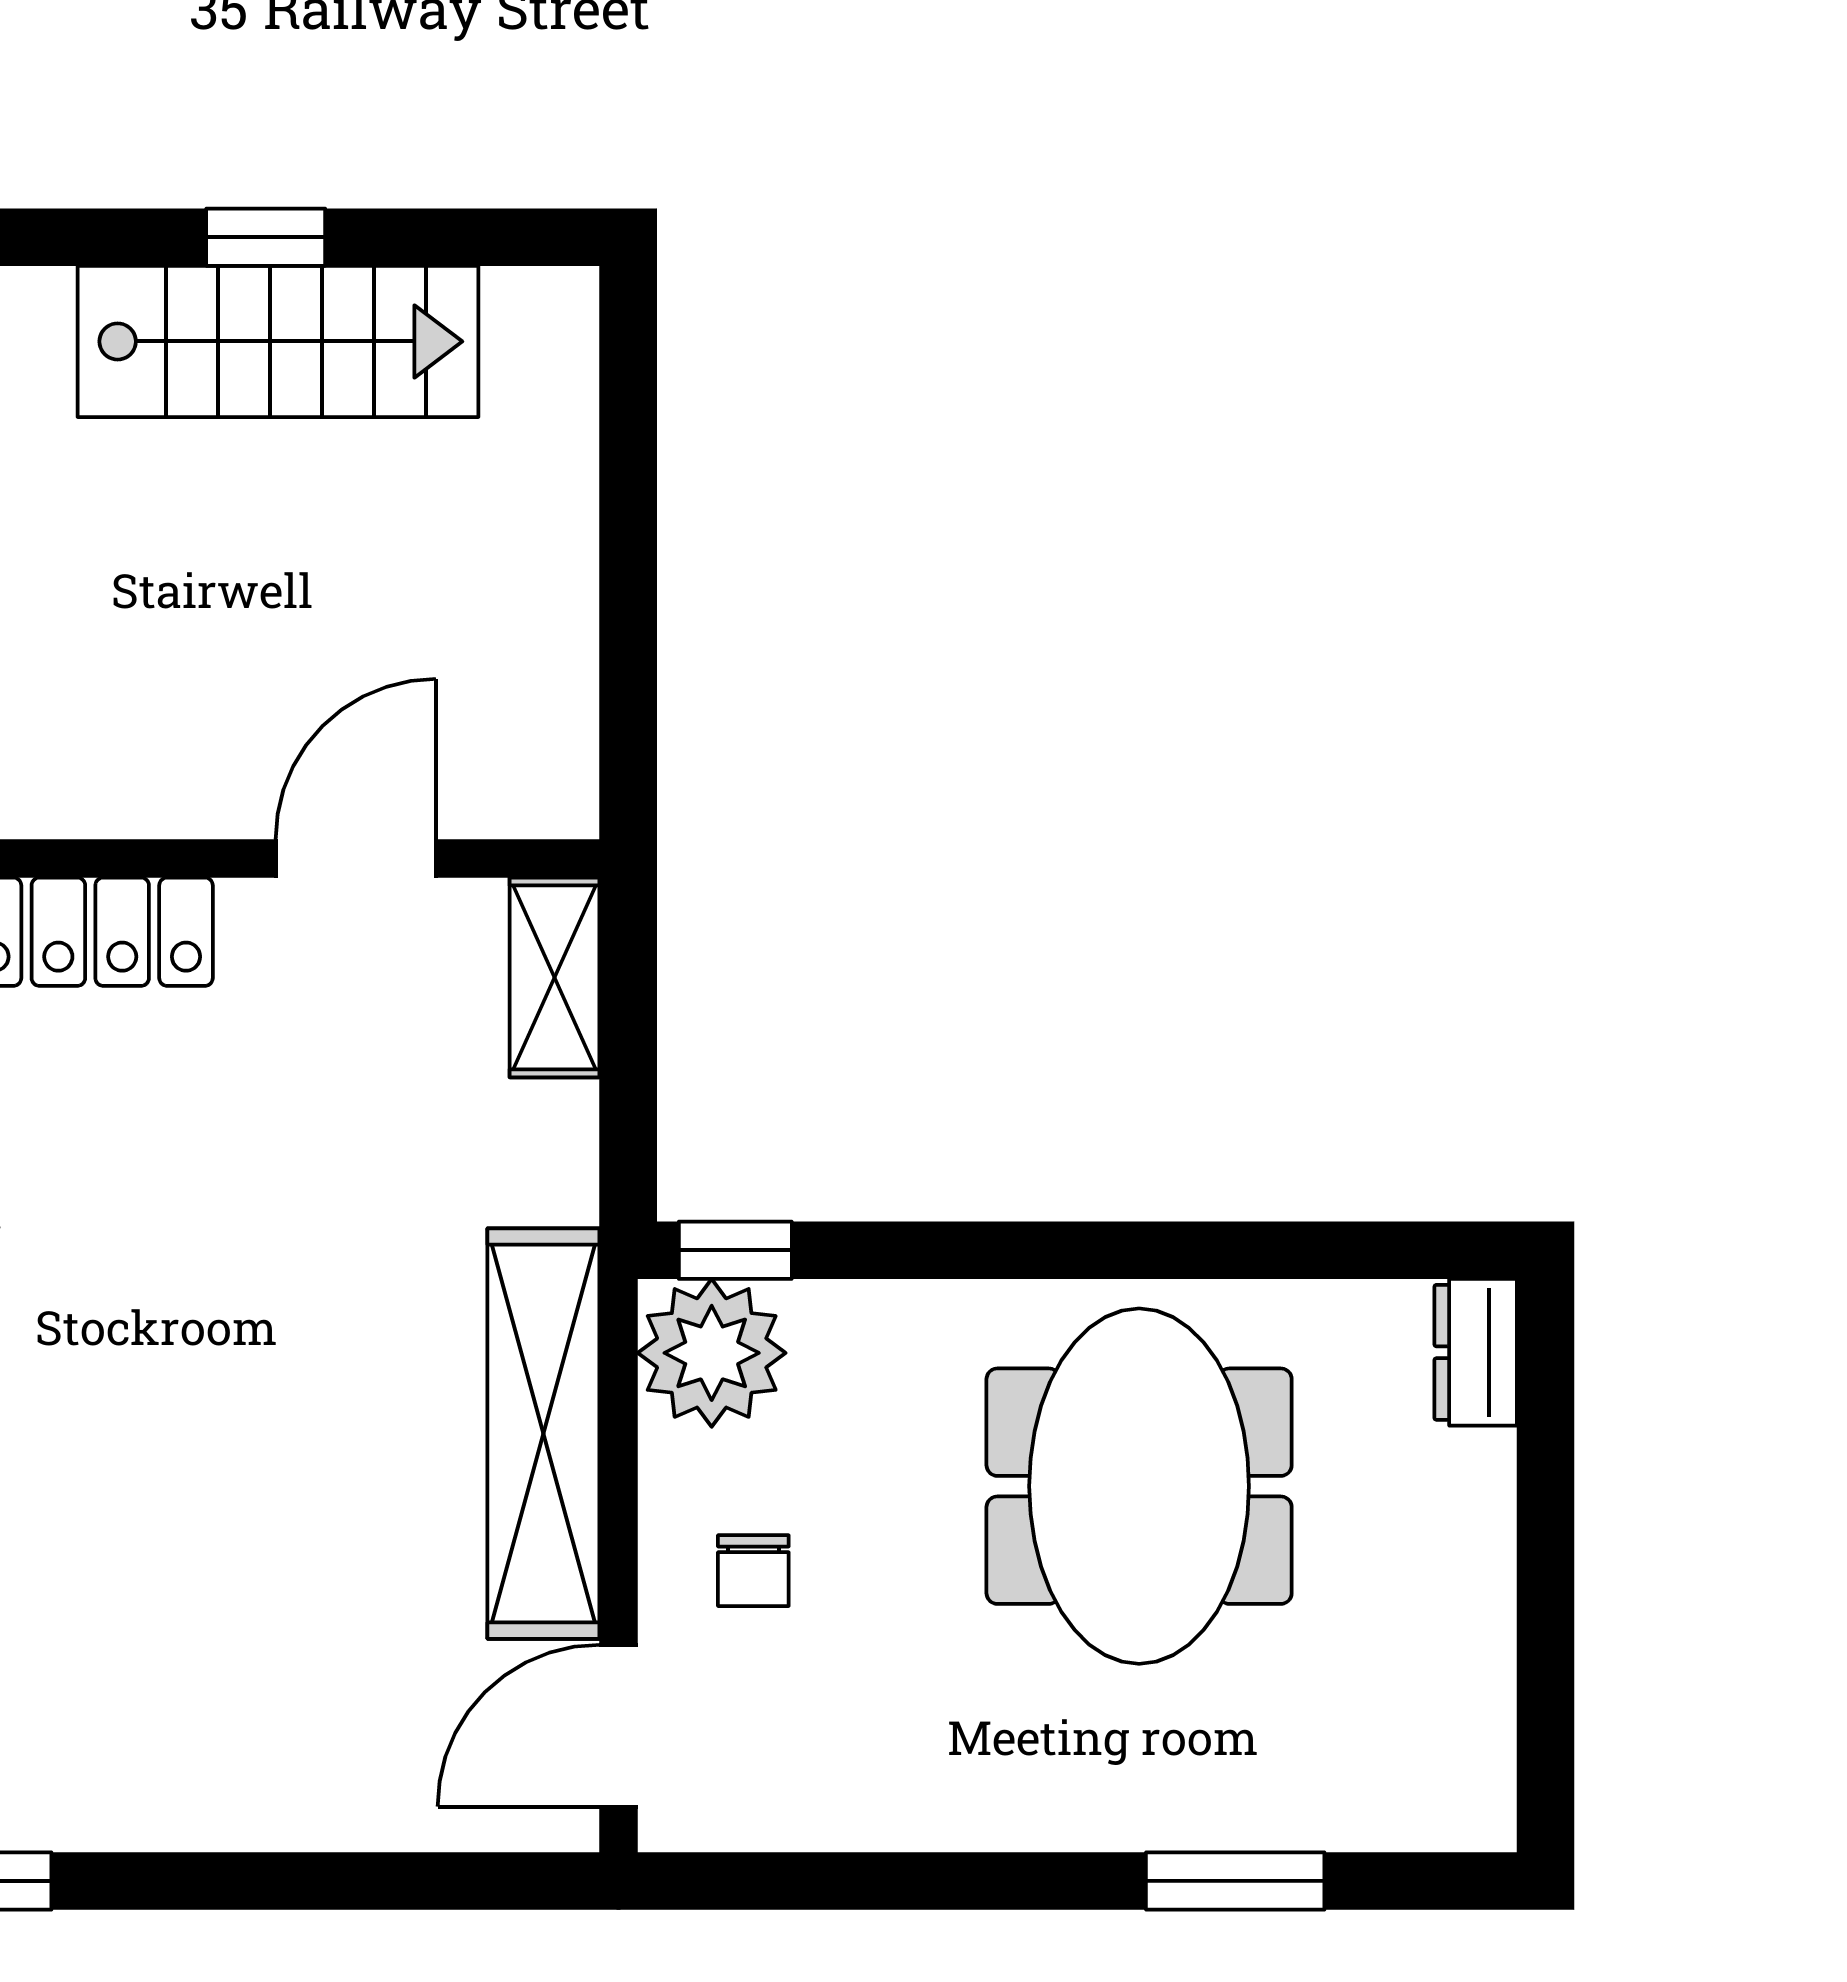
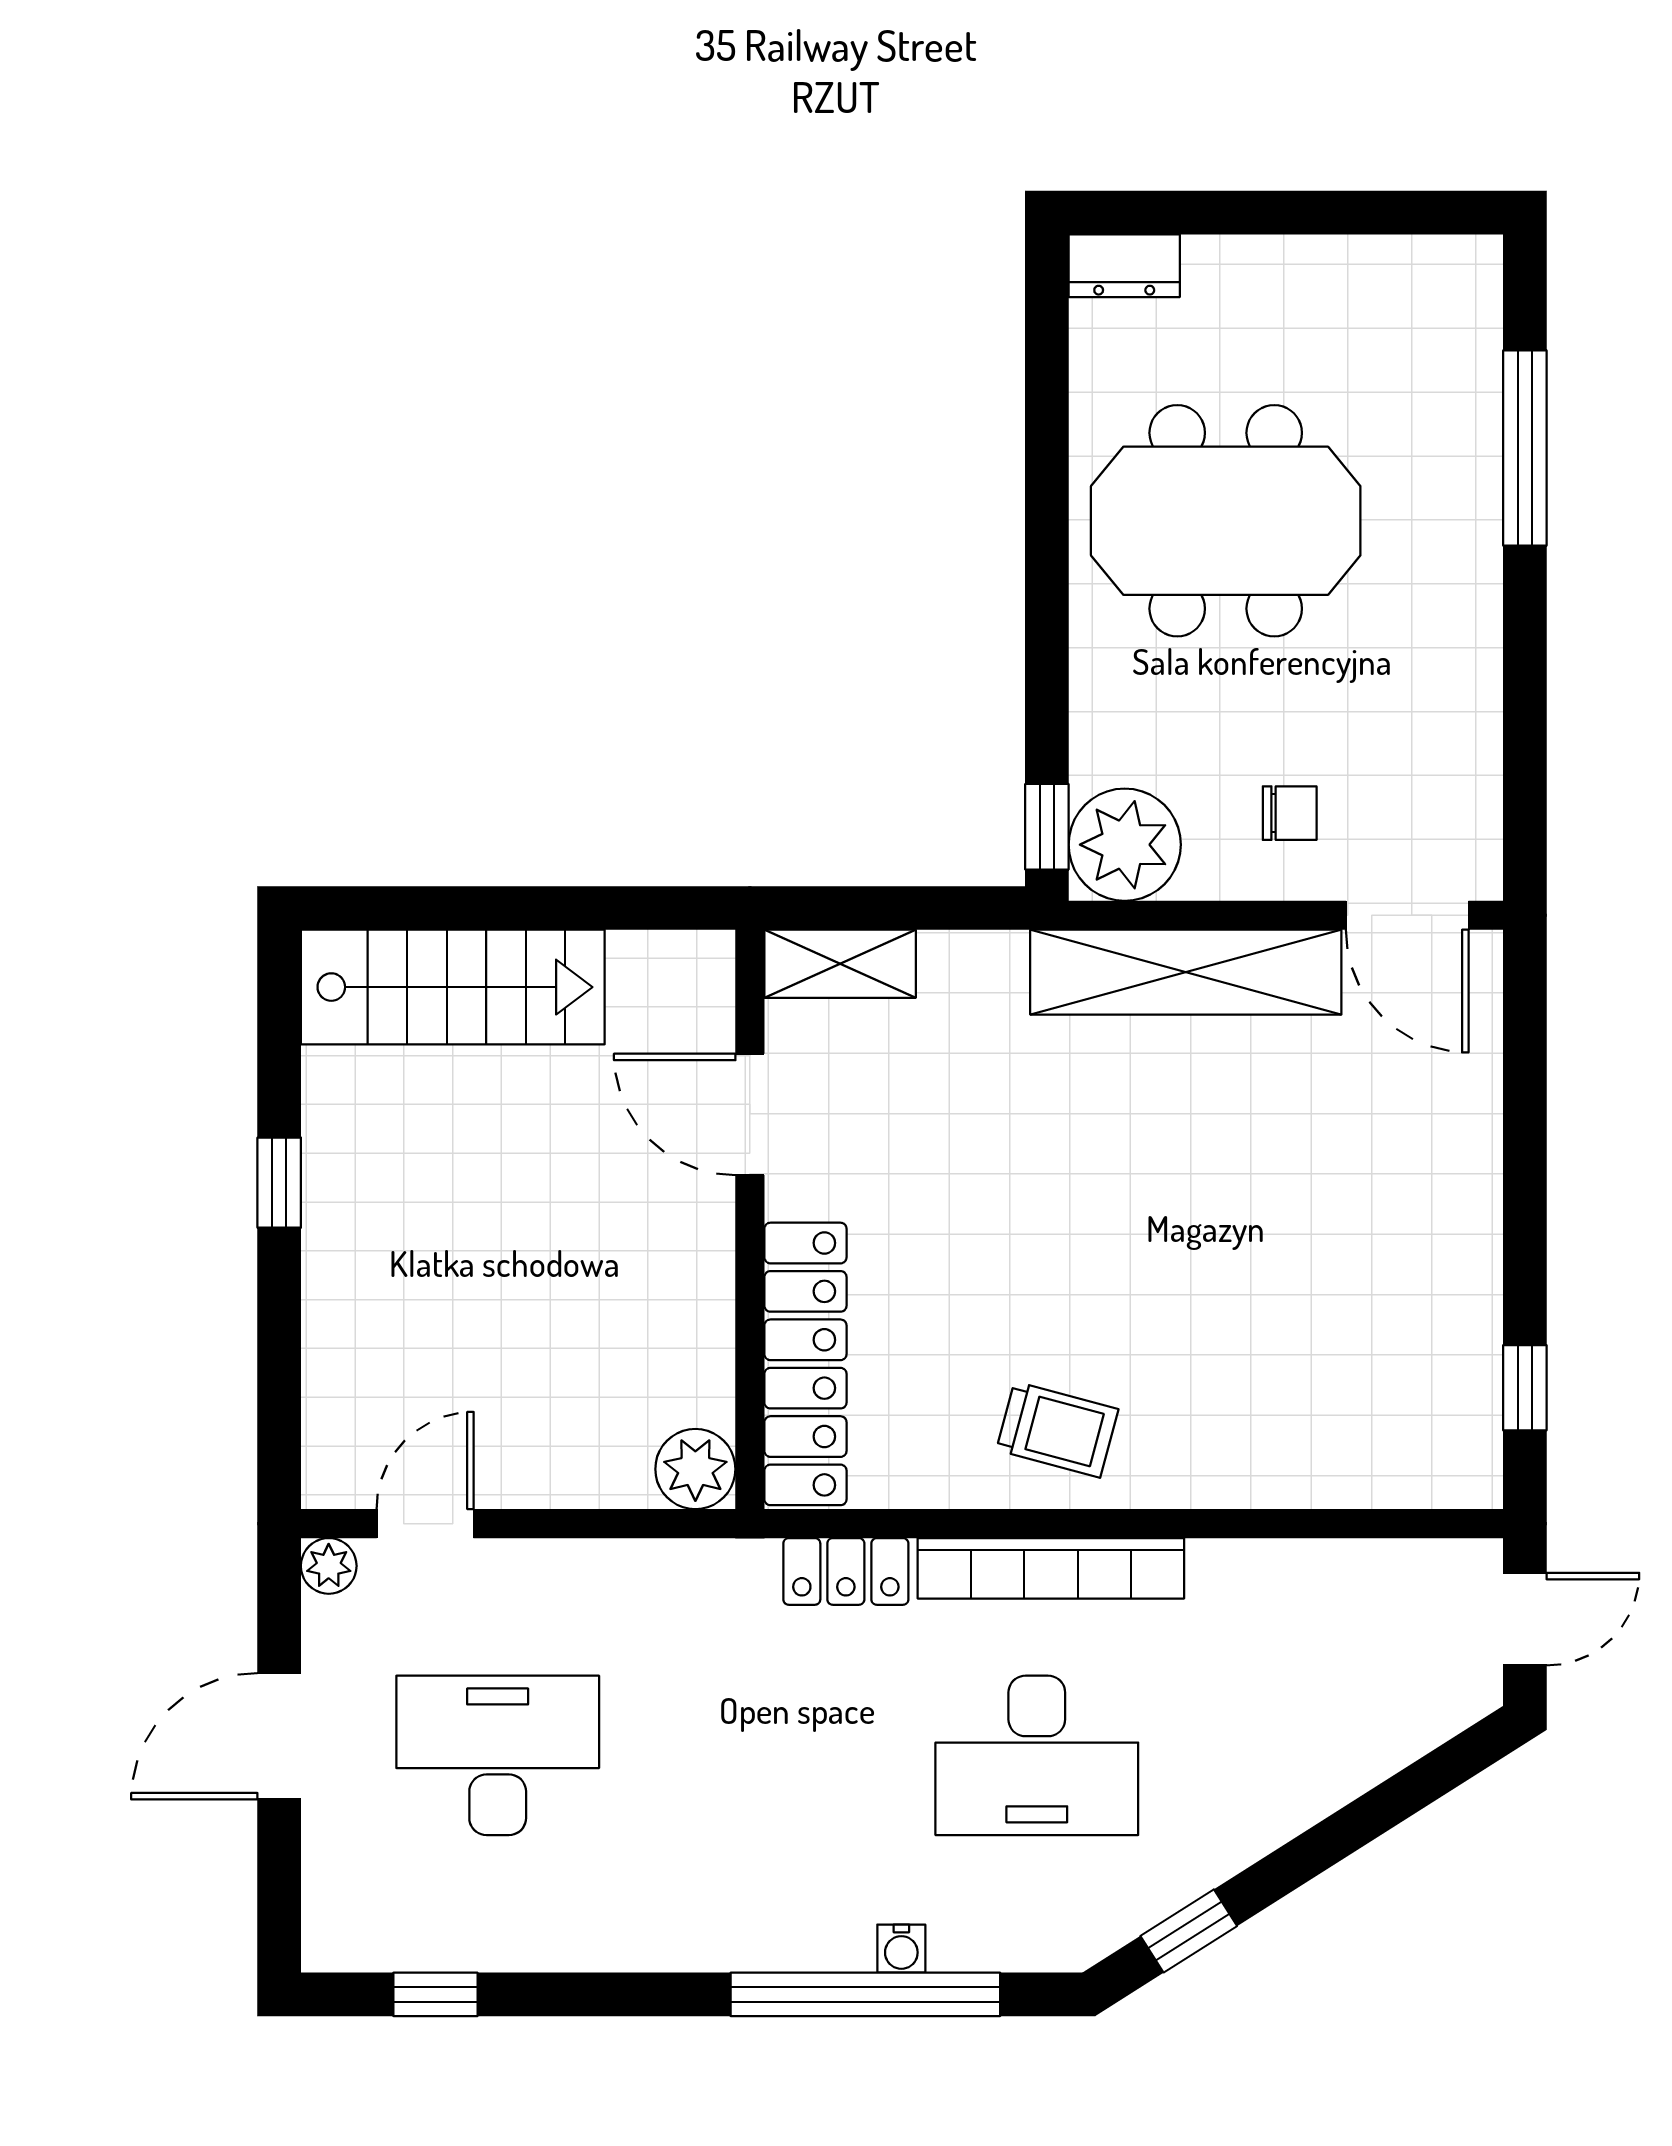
stairs: (278, 341) -> (453, 987), moved, turned 90
window: (1235, 1881) -> (1525, 448), width x1.44

